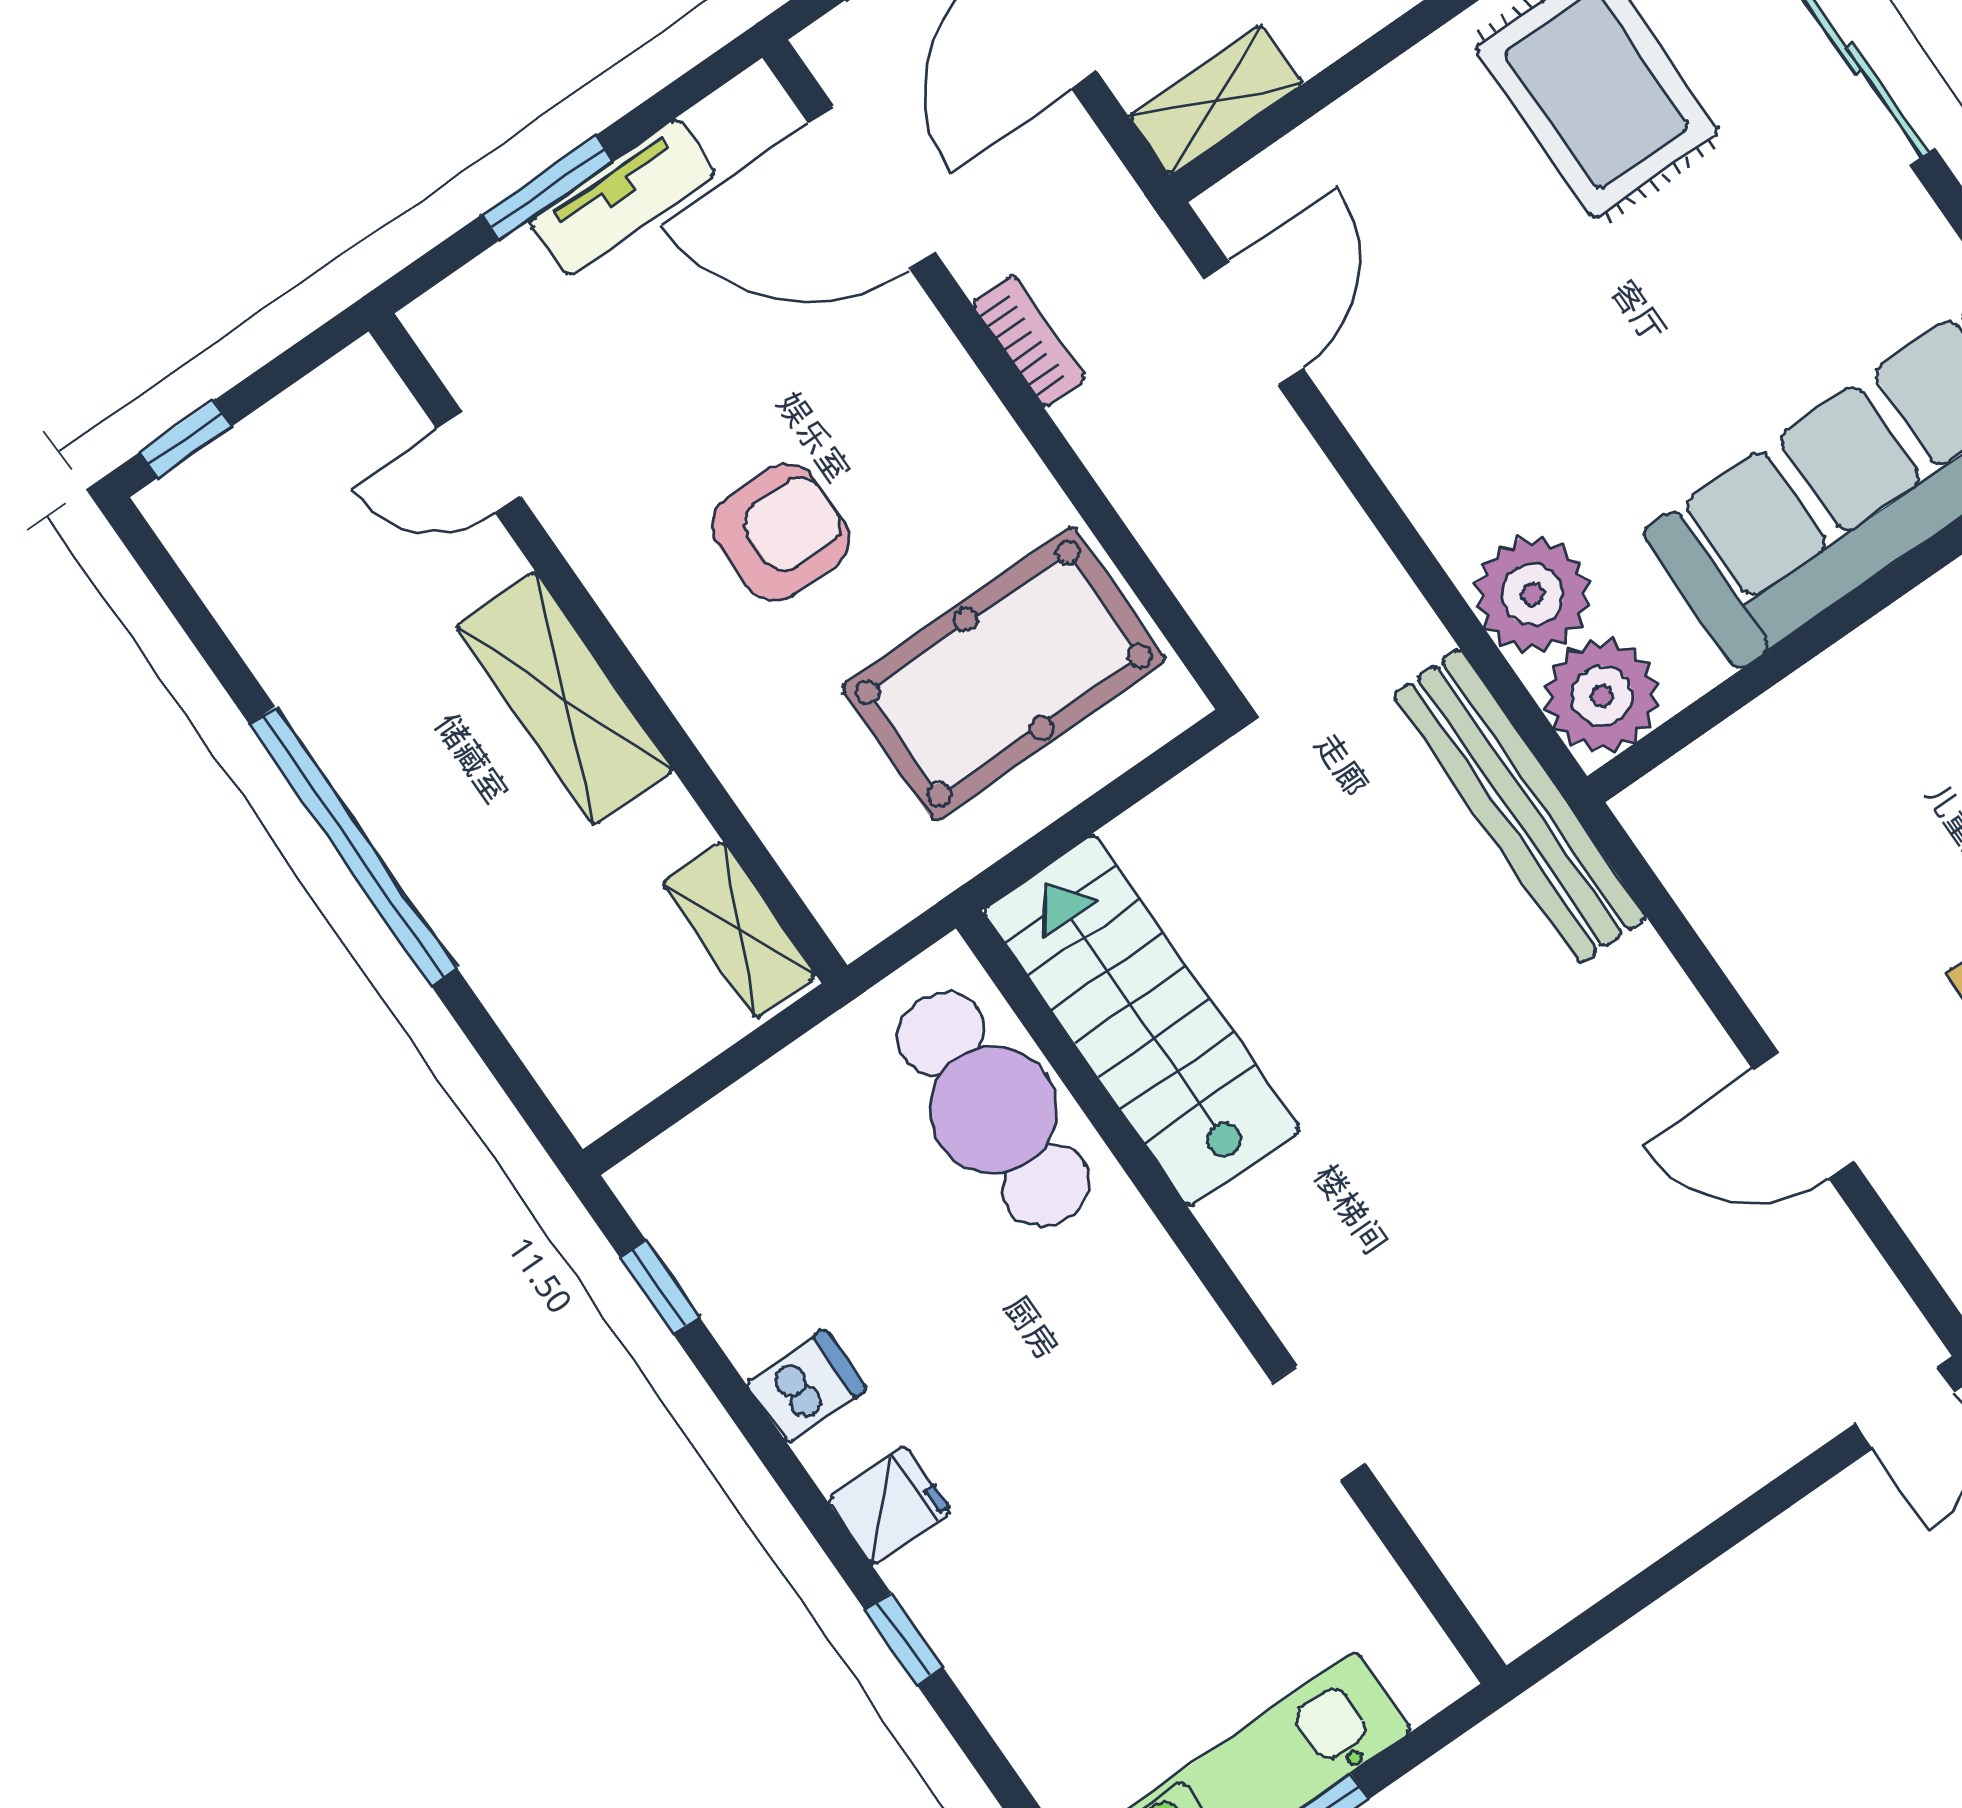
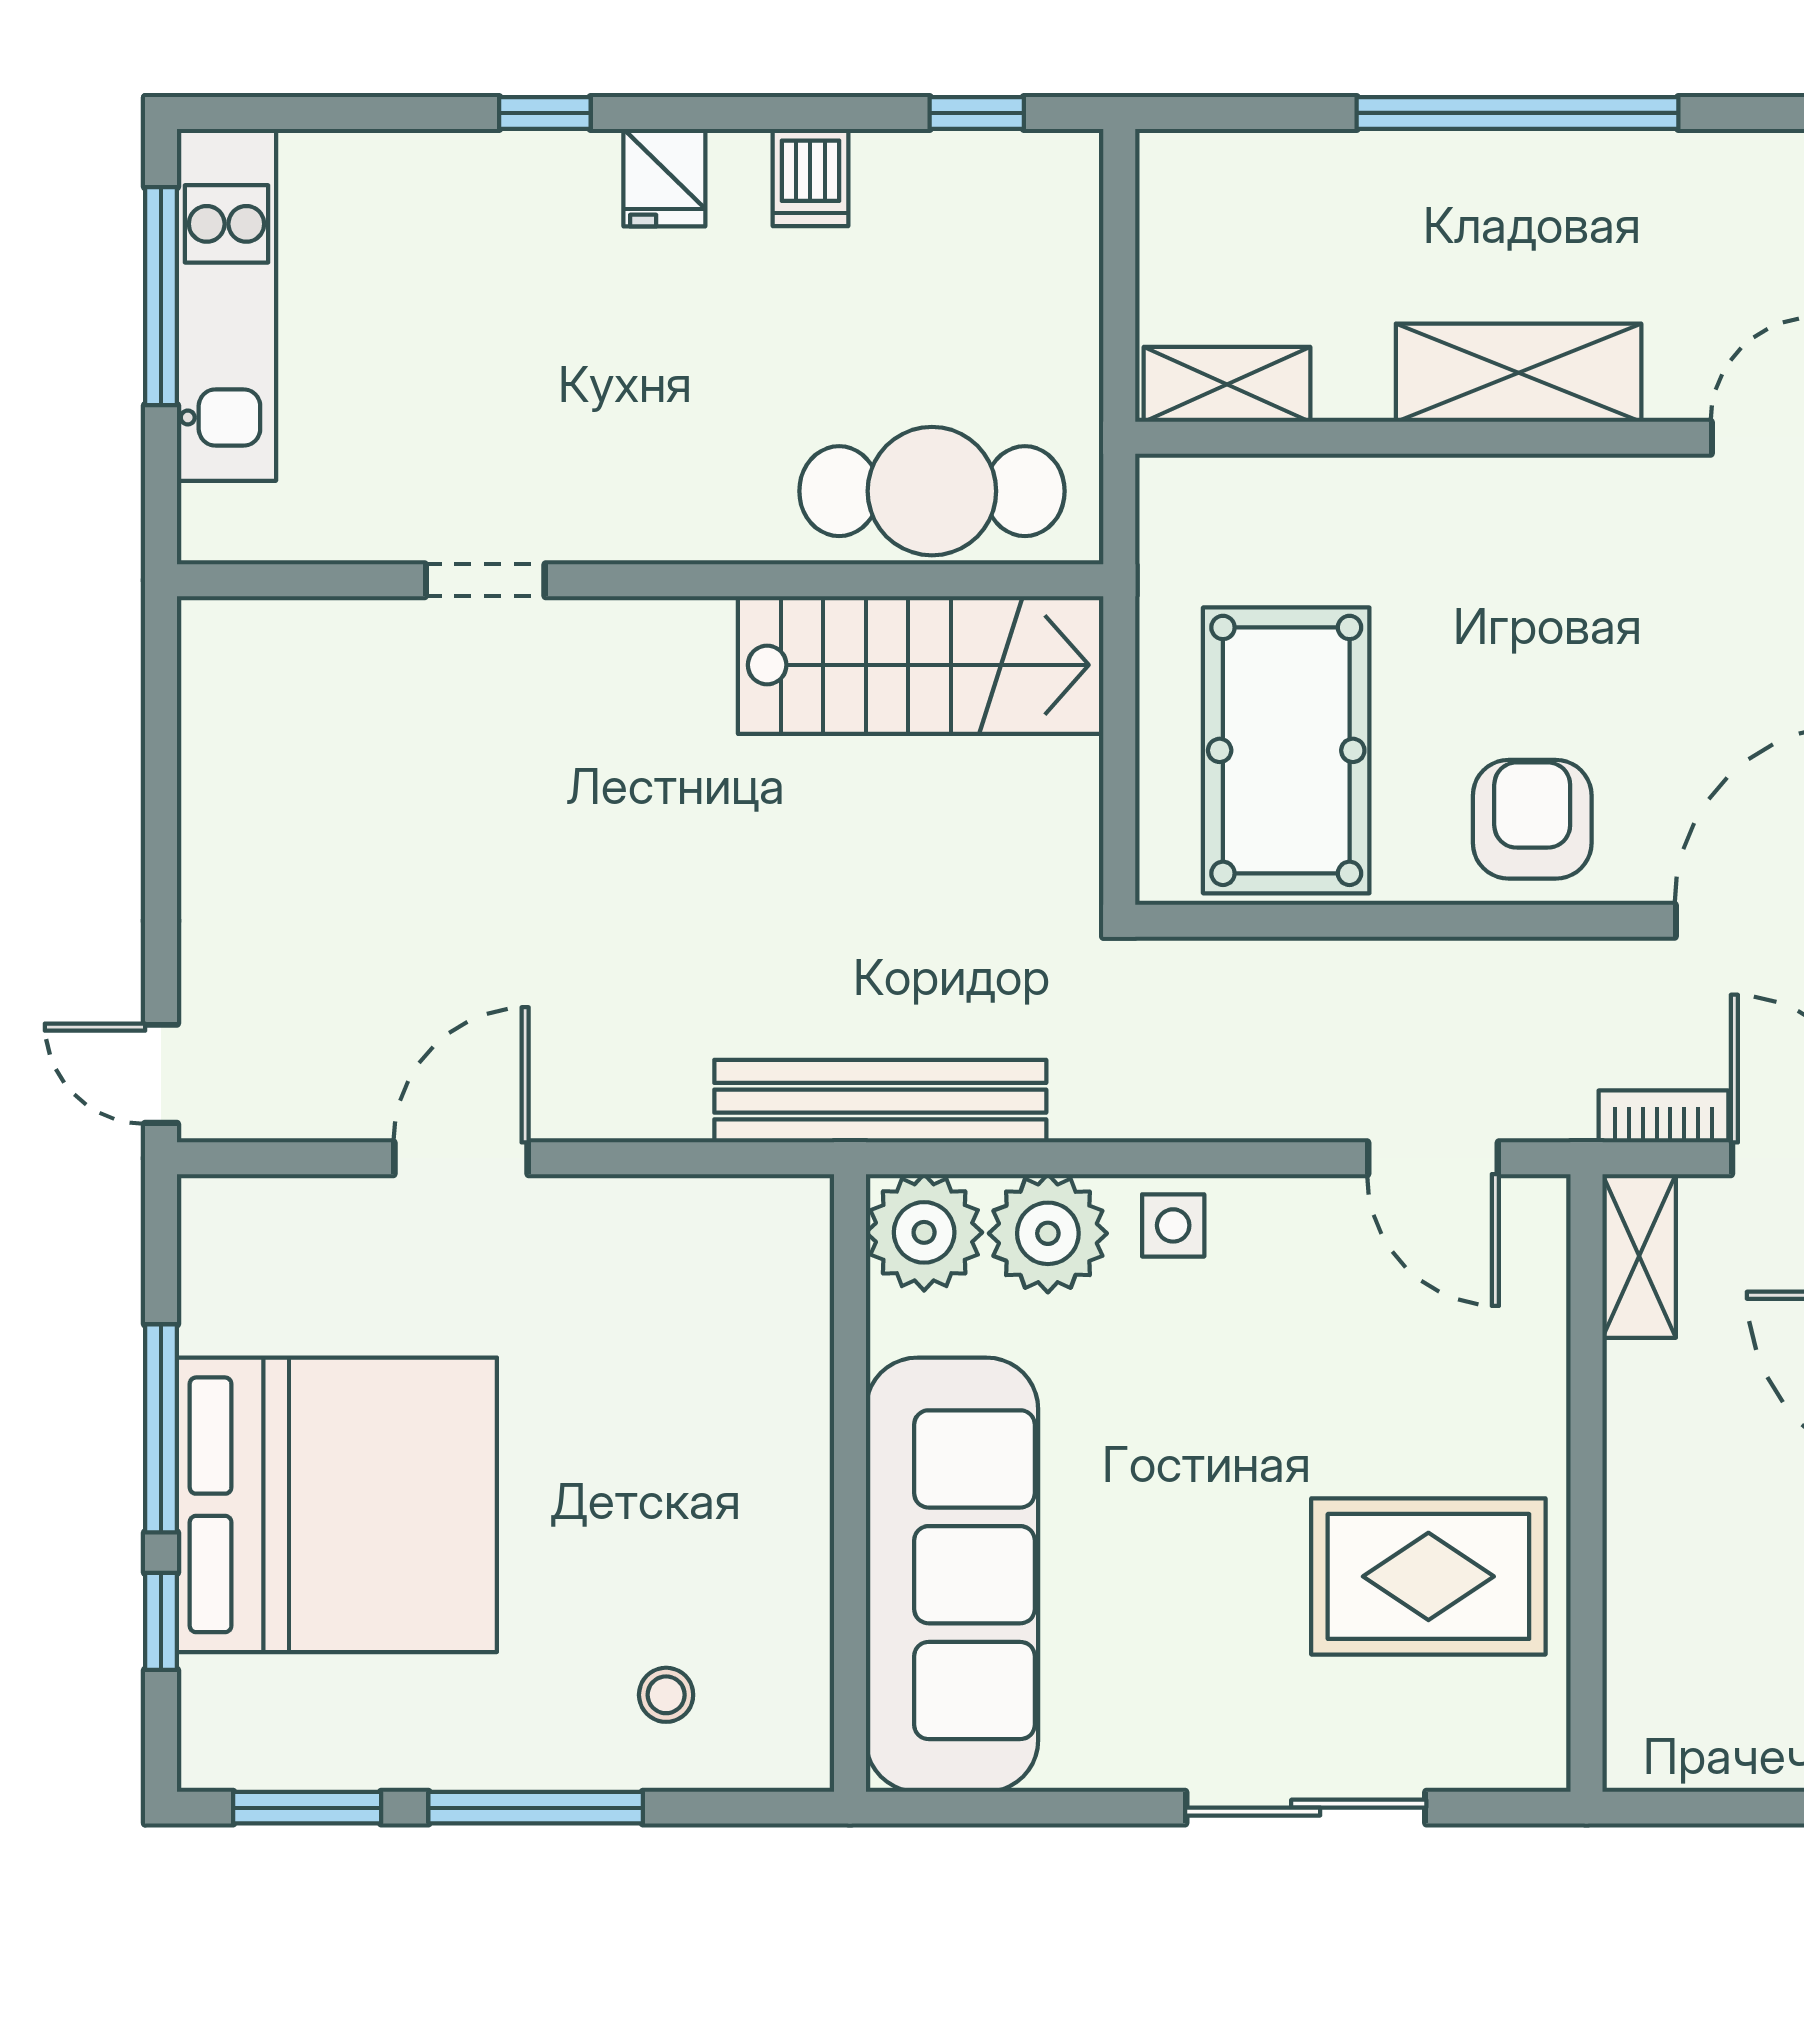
bookcase: (1029, 341) -> (1664, 1116), moved, turned 180
side table: (1455, 497) -> (1173, 1225), added
armchair: (780, 532) -> (1532, 819), moved, turned 180

